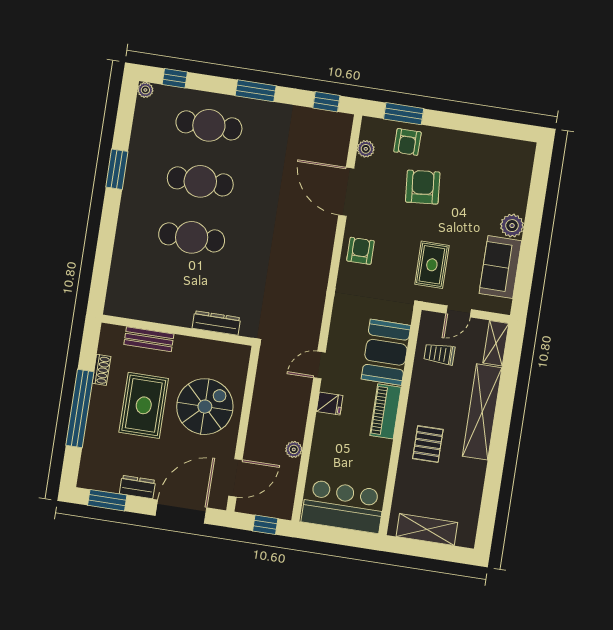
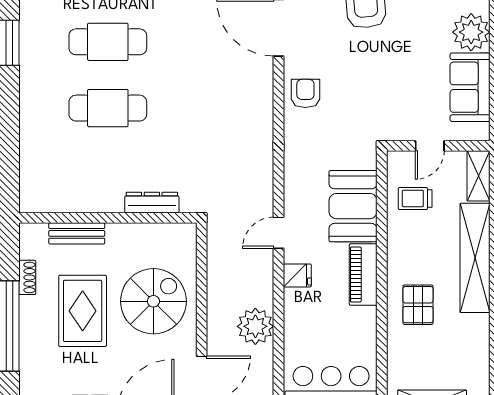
plant: (512, 226) -> (471, 32), width x1.36, depth x1.36
rug: (432, 265) -> (391, 97), removed
plant: (294, 449) -> (255, 326), width x1.87, depth x1.87

